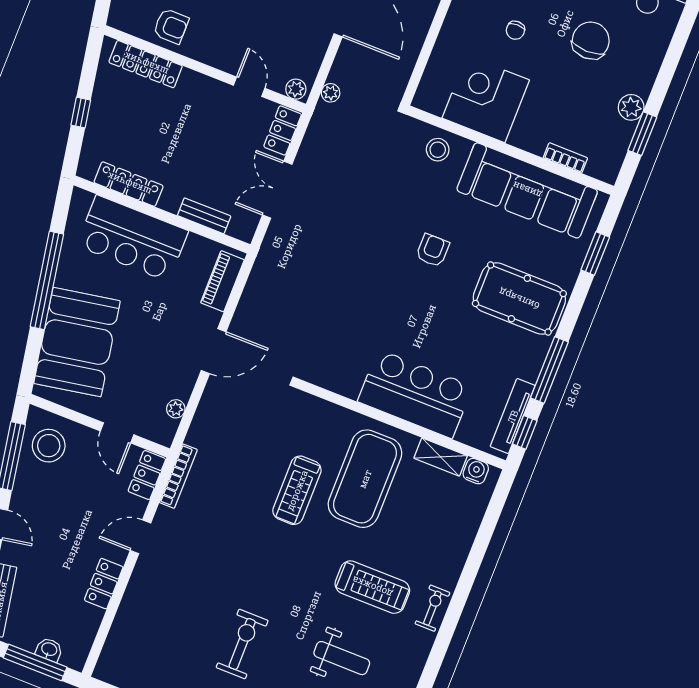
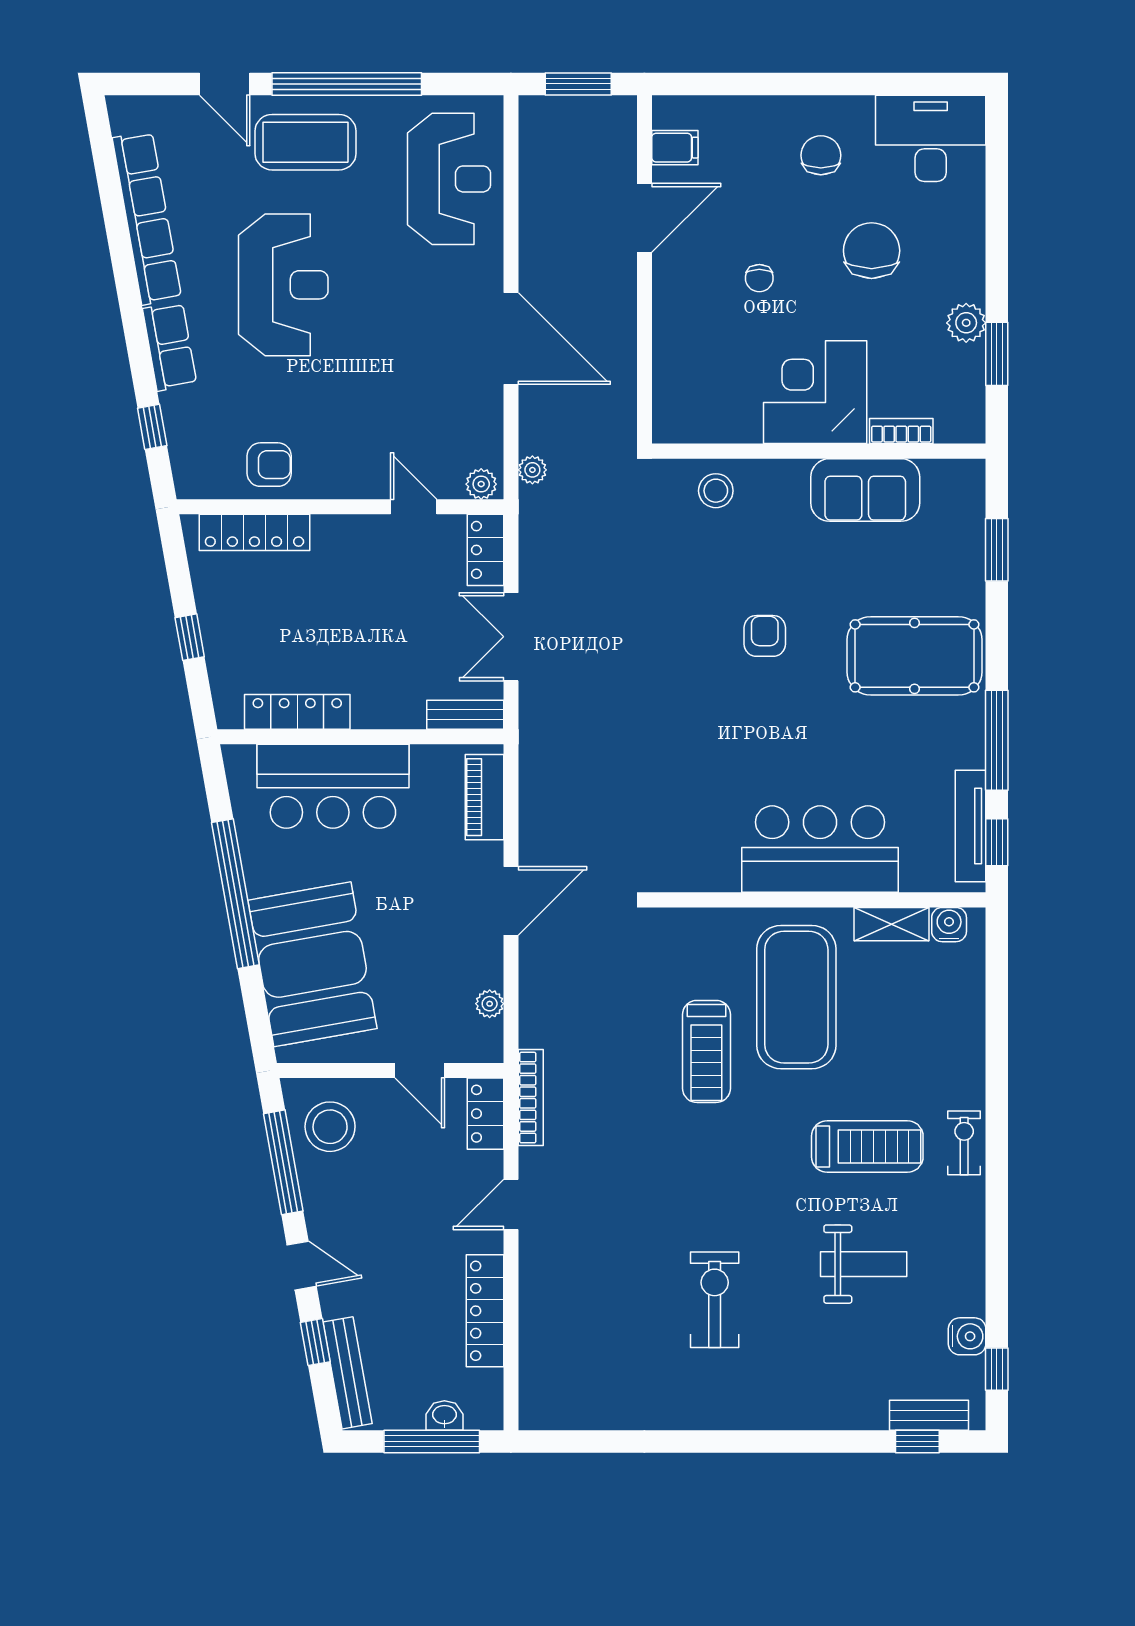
corner desk: (486, 99) -> (815, 392), moved
sofa: (527, 190) -> (865, 490), width x0.54, depth x0.79
bench: (204, 216) -> (465, 715), moved
locker: (104, 584) -> (485, 1311), width x1.53

